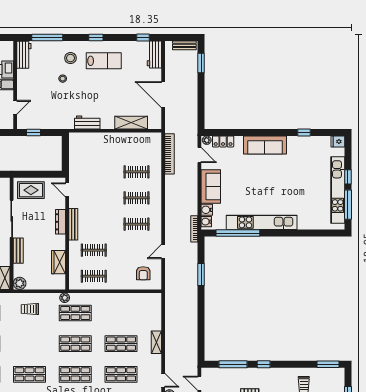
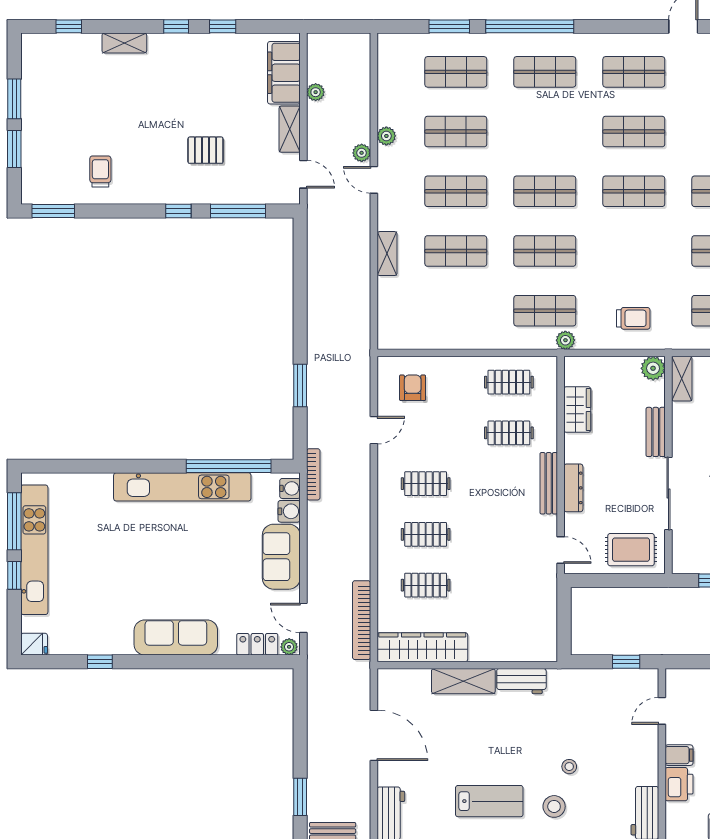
lab bench: (104, 61) -> (489, 801), turned 180
shelving: (131, 123) -> (463, 681), moved
wardrobe: (138, 140) -> (422, 647), added

